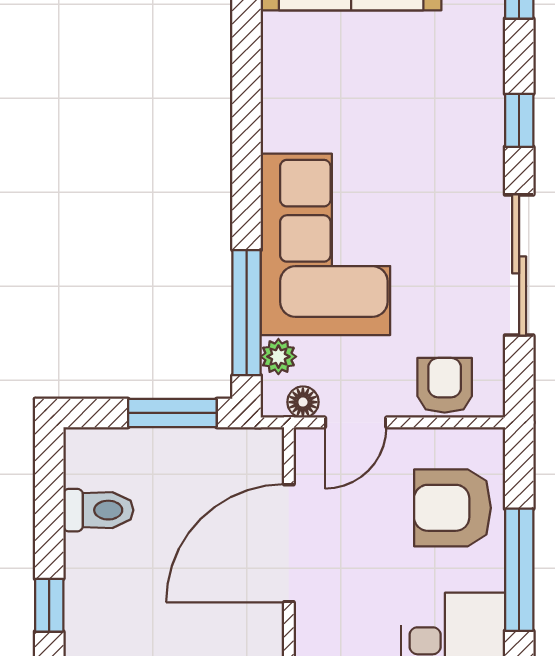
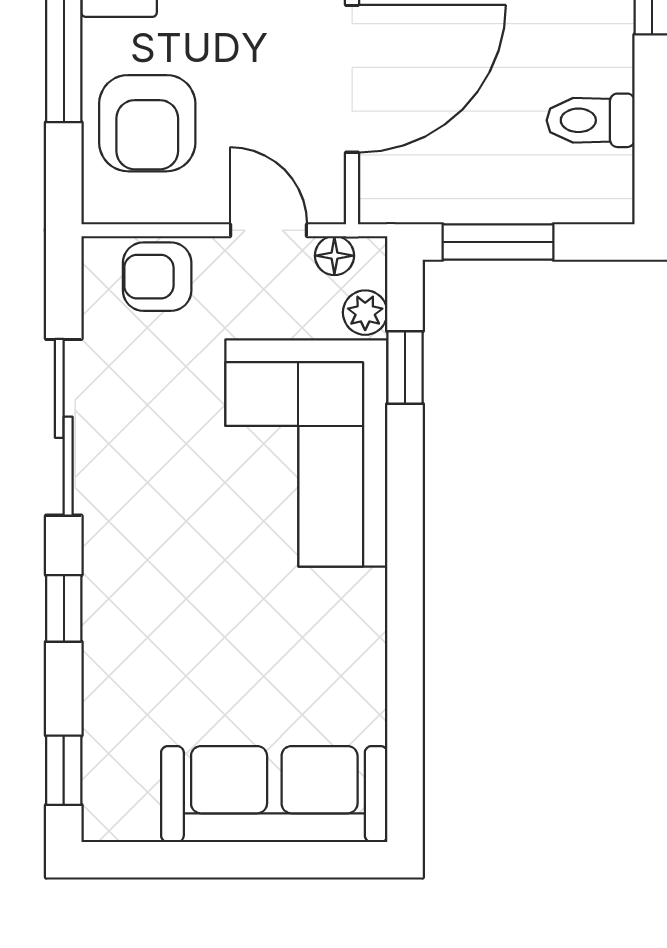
window: (247, 313) -> (405, 368), width x0.46
armchair: (445, 385) -> (157, 277), turned 90
door: (356, 422) -> (269, 230), hinge flipped
armchair: (452, 508) -> (147, 123), turned 90

